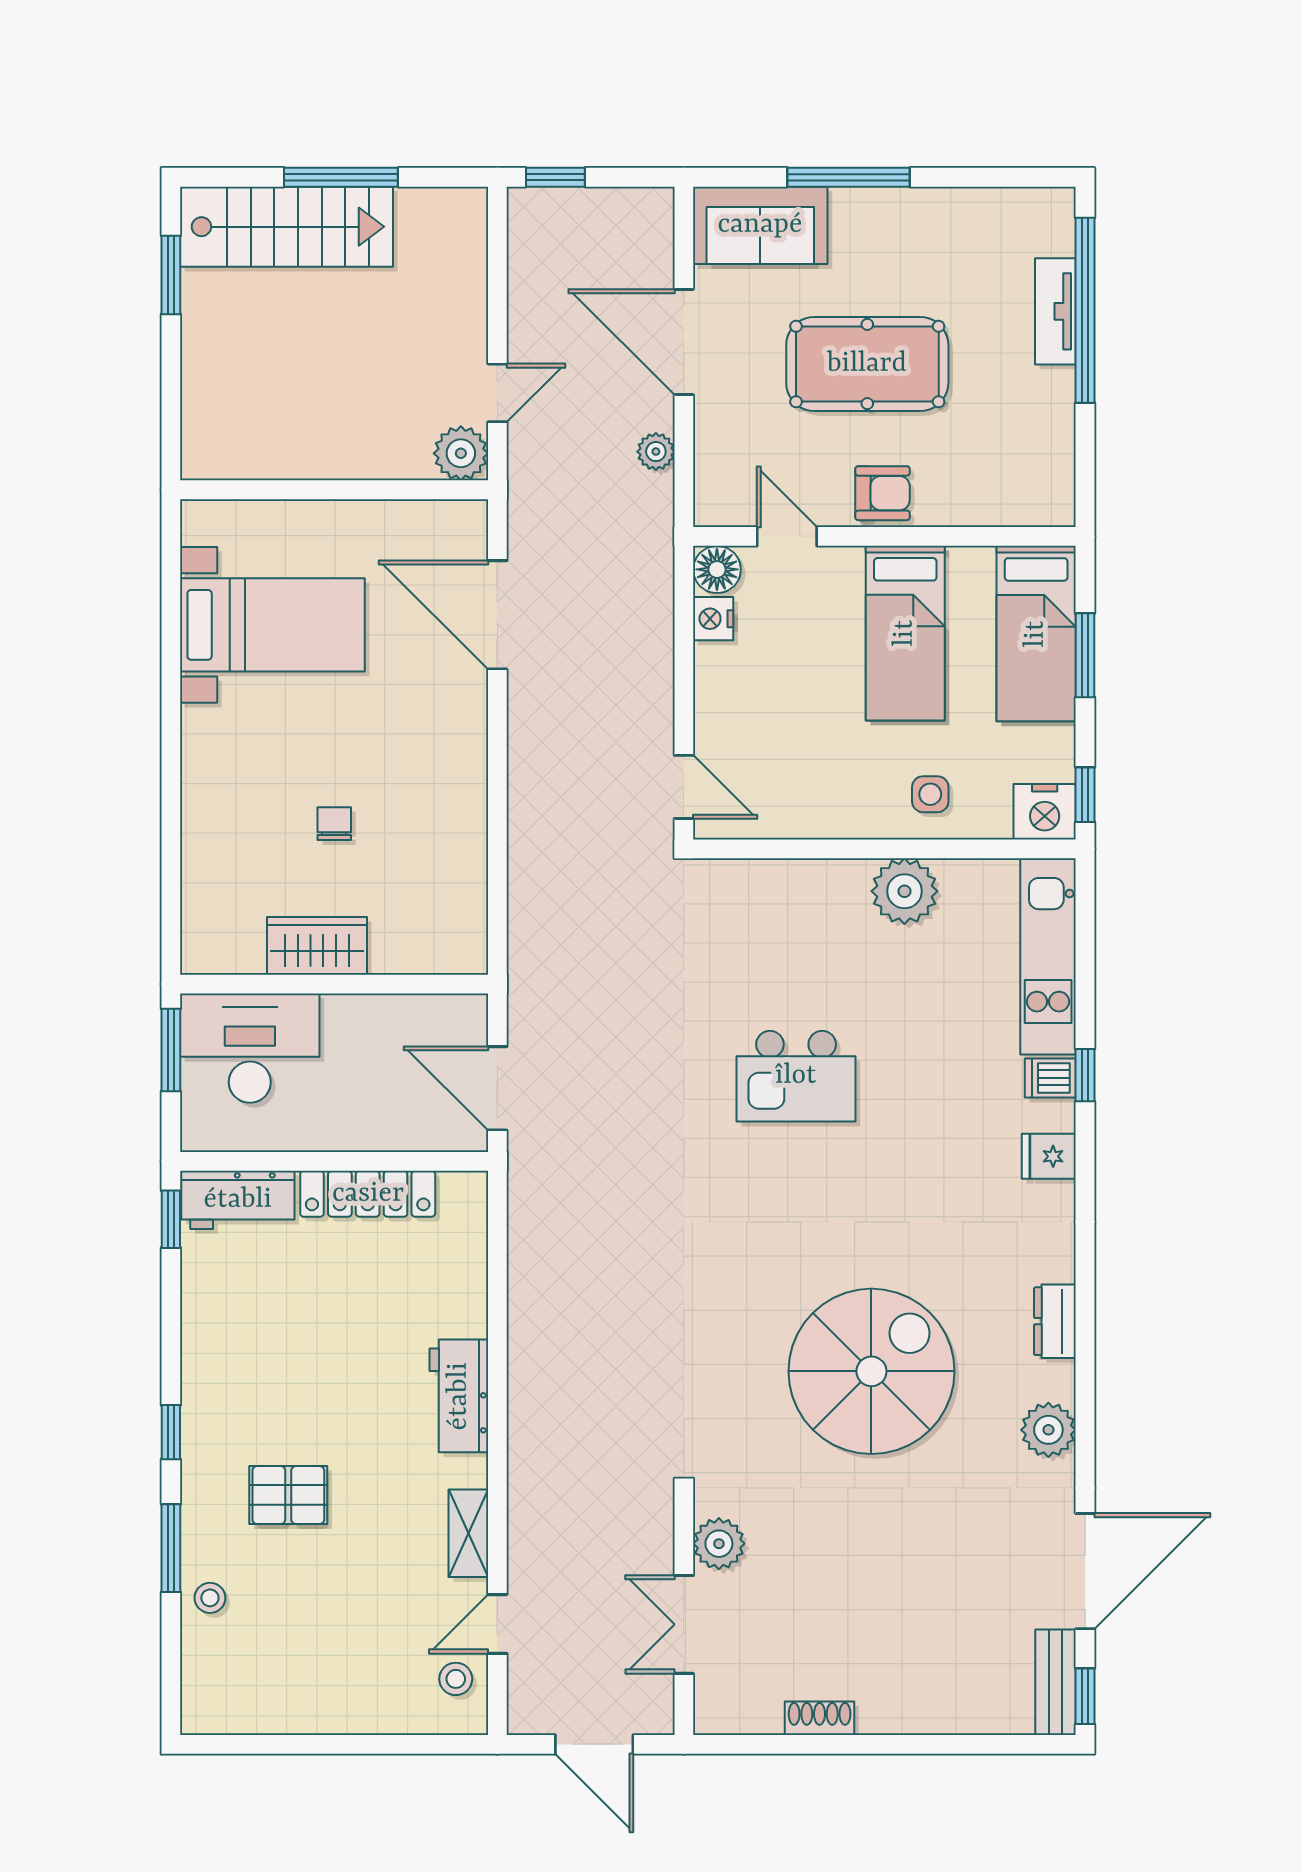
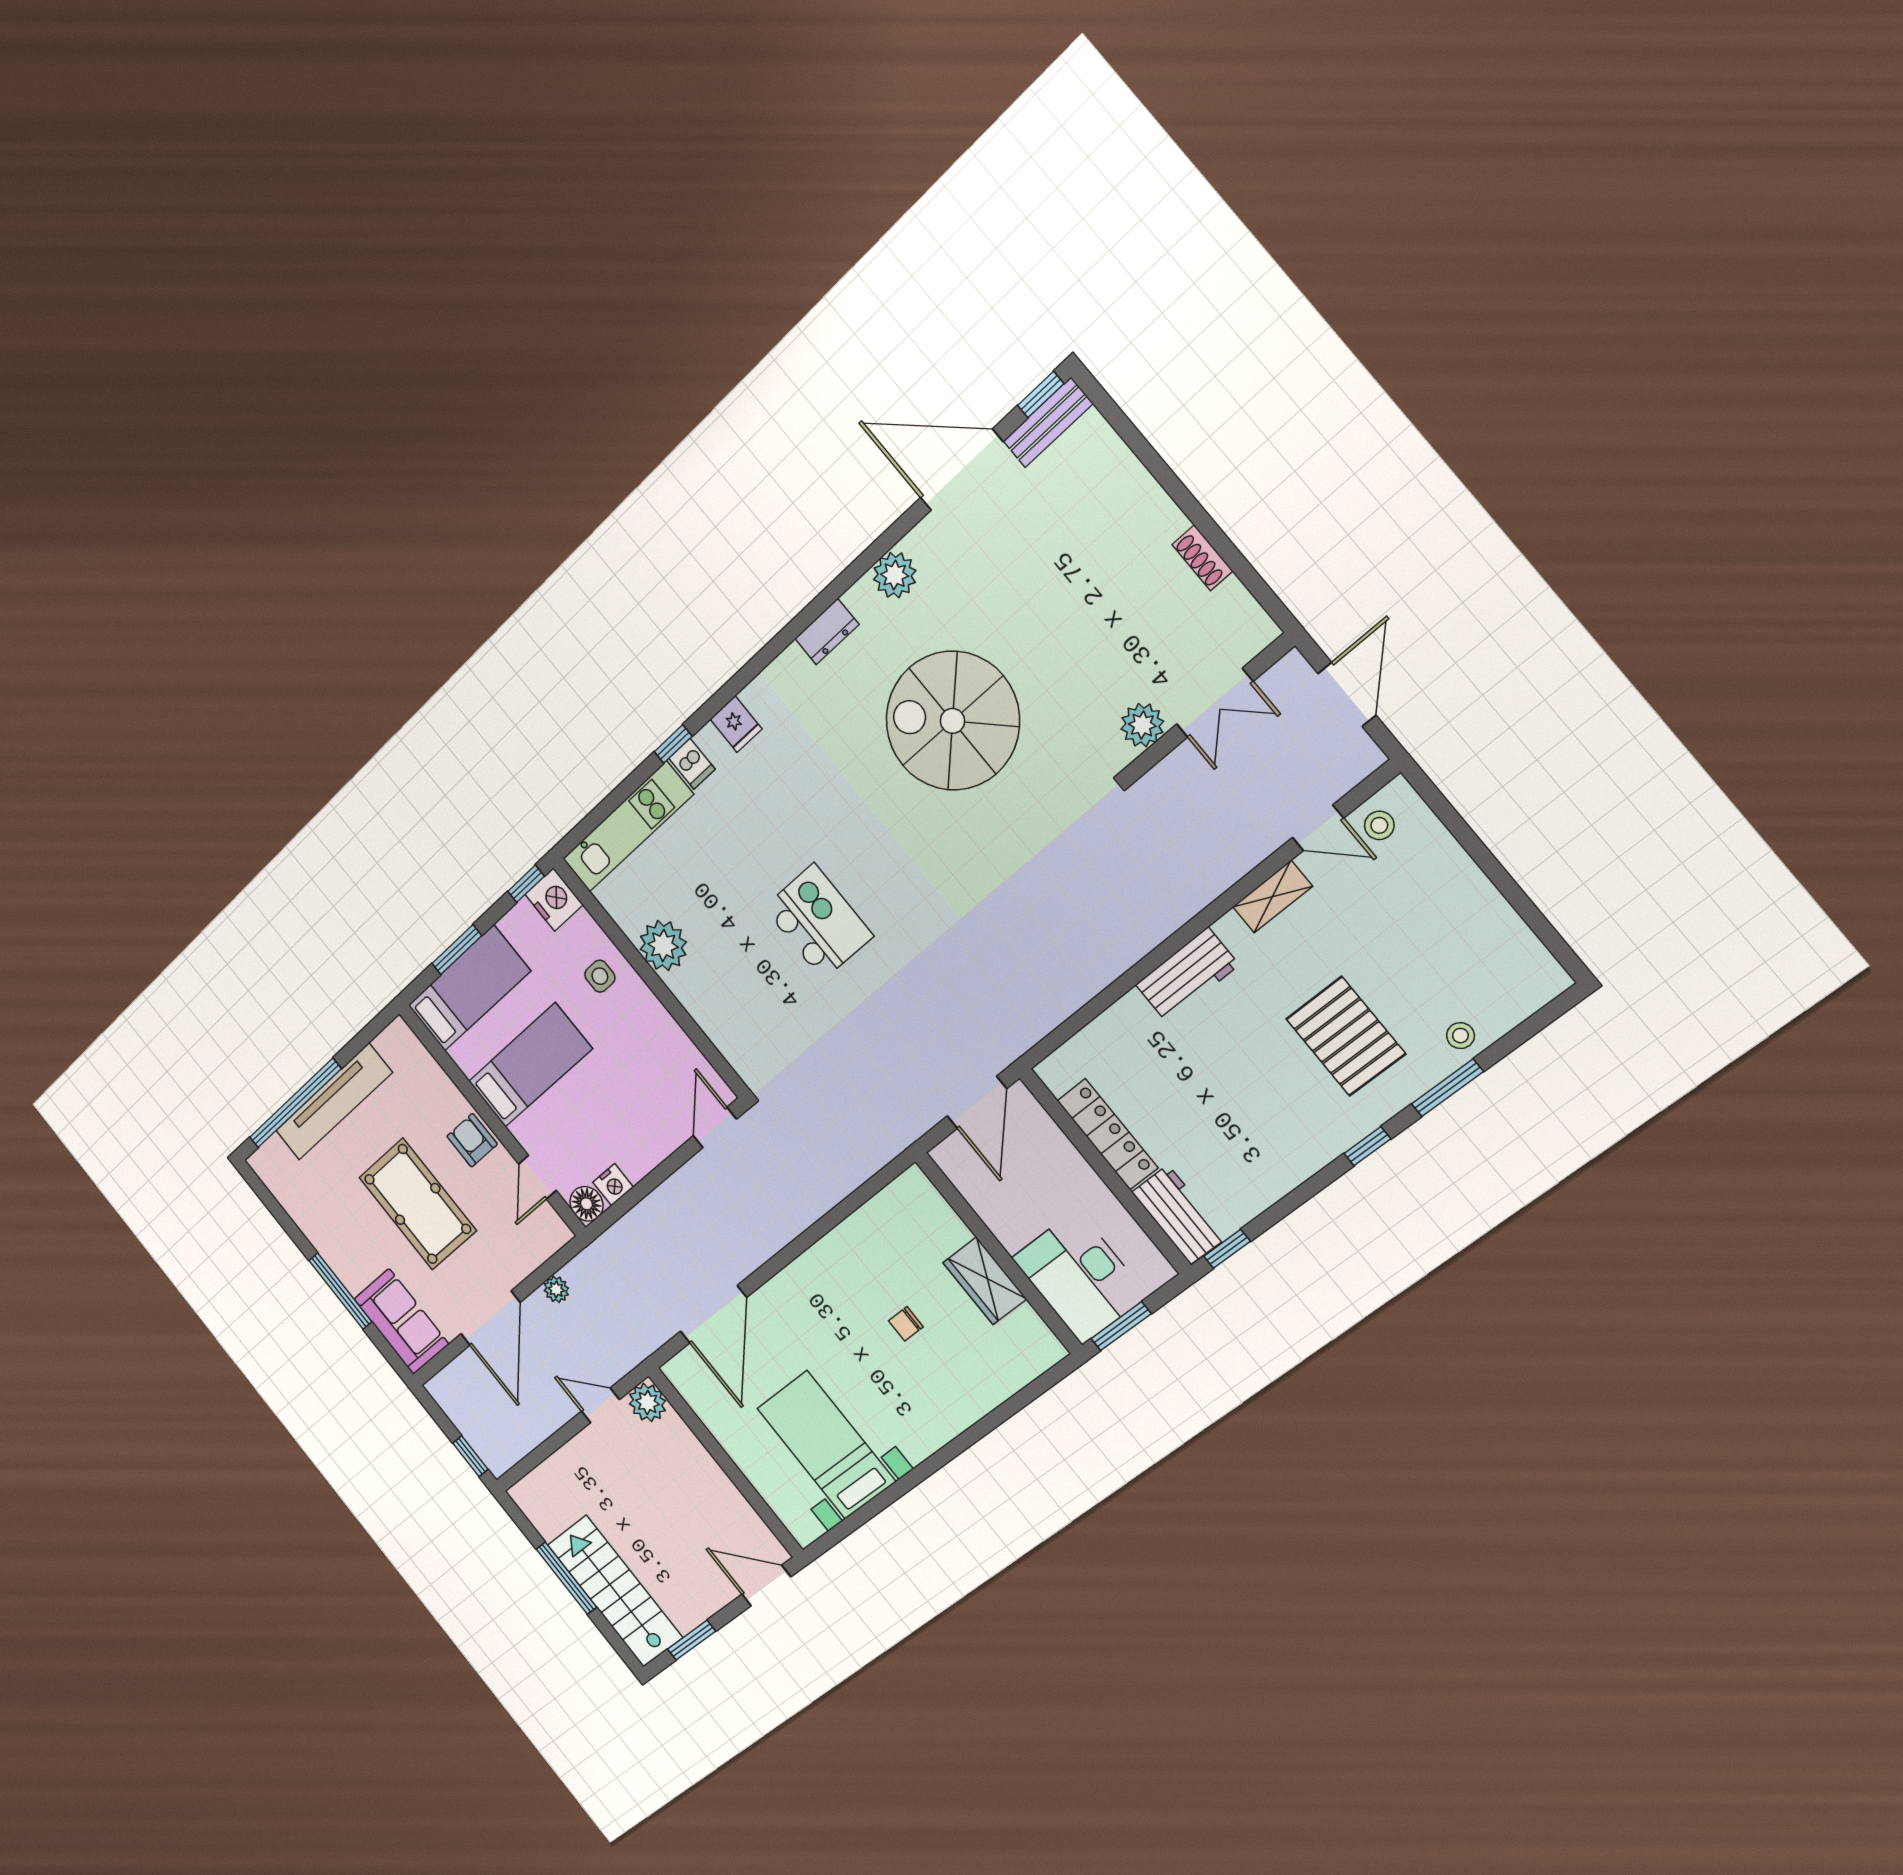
tv unit: (1055, 311) -> (334, 1102), width x1.92, depth x1.29
door: (171, 421) -> (766, 1586), added
pallet: (288, 1495) -> (1346, 1036), width x1.50, depth x1.42

